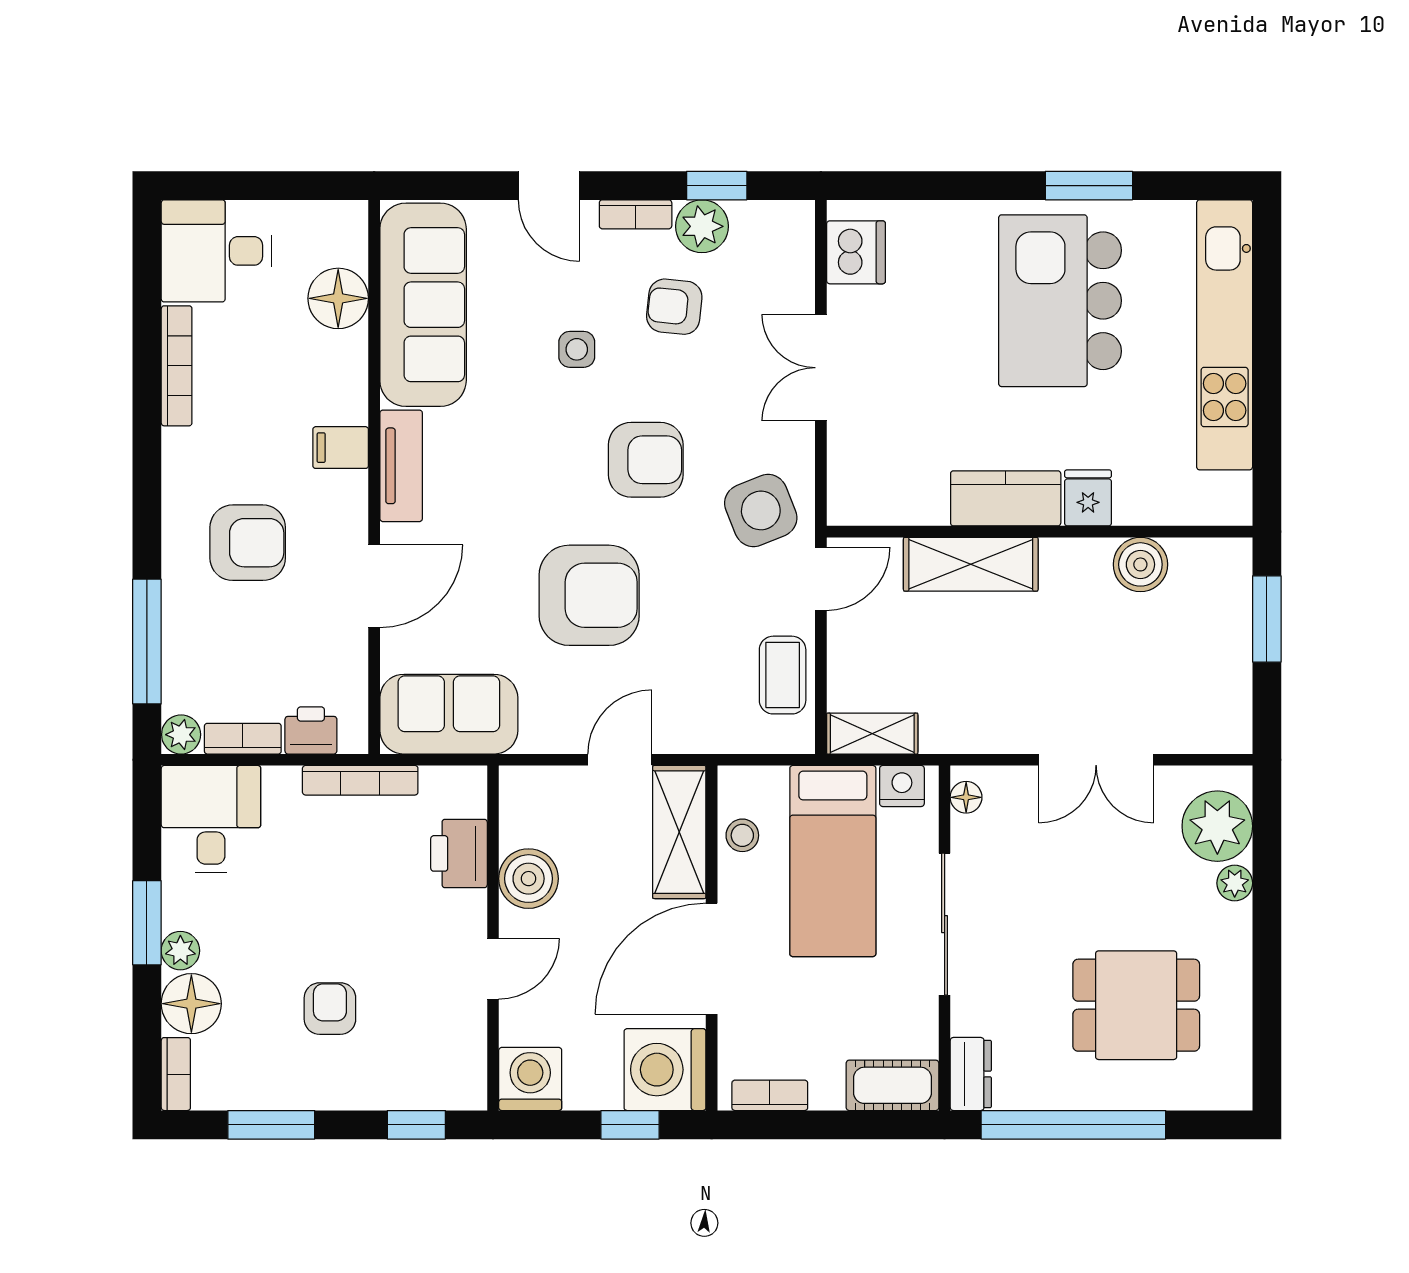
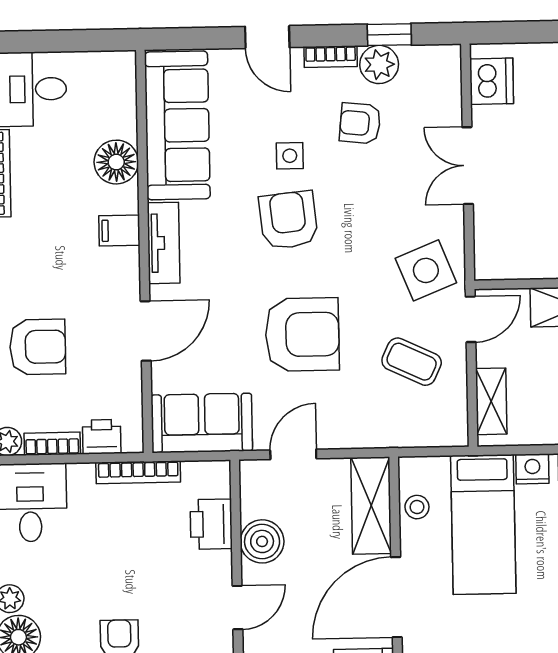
floor lamp: (338, 298) -> (116, 162), moved
armchair: (646, 460) -> (288, 220), moved, turned -96
armchair: (248, 543) -> (38, 347), moved
coffee table: (783, 675) -> (412, 362), moved, turned -65
shelving: (872, 734) -> (491, 401), moved, turned 90
door: (620, 760) -> (293, 454), moved

